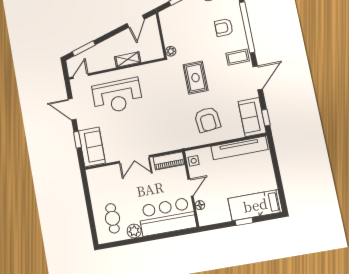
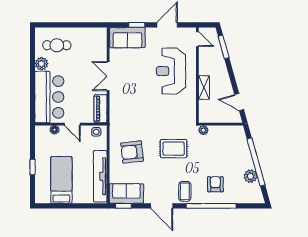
bed: (255, 205) -> (61, 180), moved

